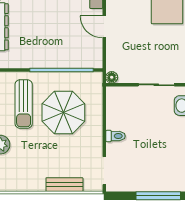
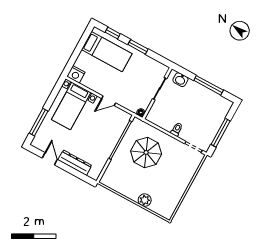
sun lounger: (24, 104) -> (128, 173), removed
bench: (64, 185) -> (189, 175), removed
window: (158, 196) -> (221, 133), moved

